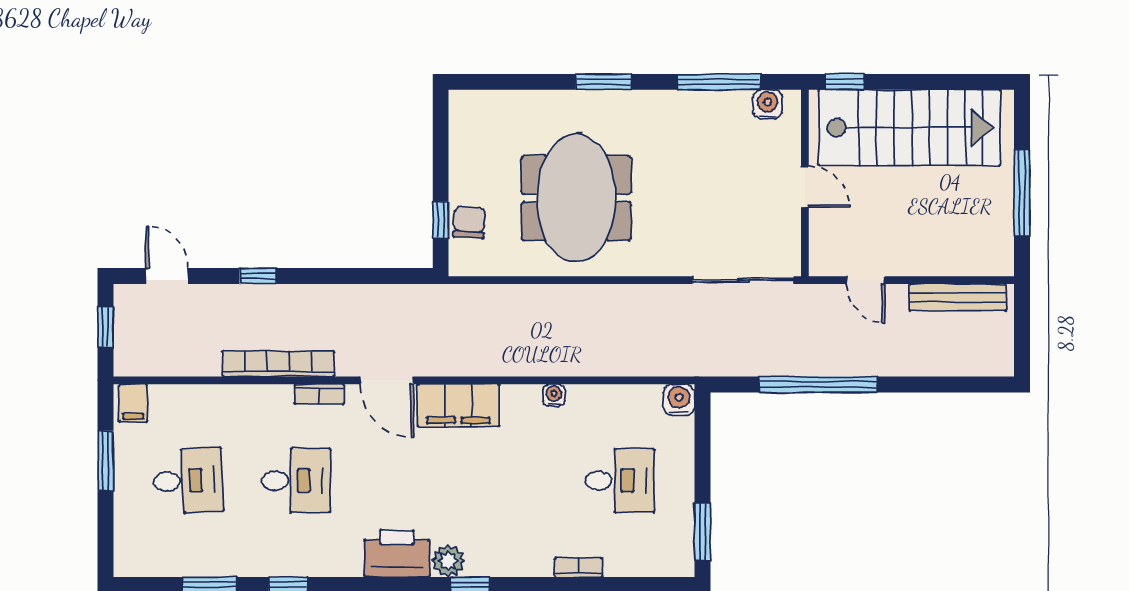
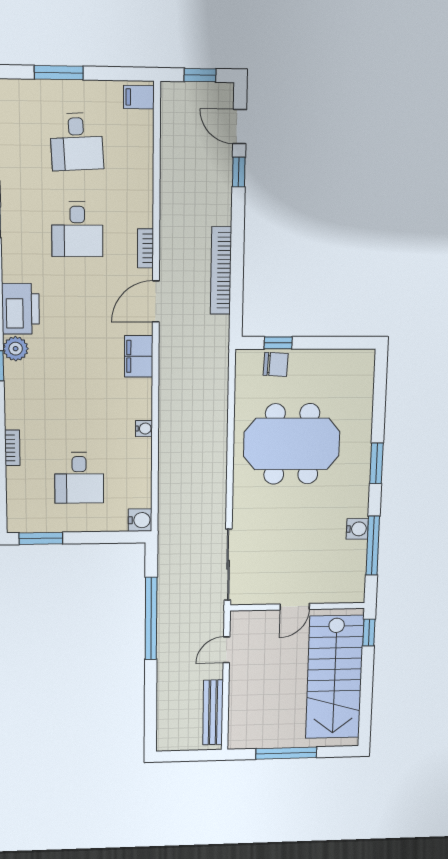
water cooler: (768, 104) -> (357, 529), moved
door: (167, 276) -> (240, 127), swing flipped
window: (258, 276) -> (239, 172), moved
bookcase: (278, 364) -> (221, 271), moved, turned 180
filing cabinet: (458, 405) -> (139, 356), width x0.67, depth x0.86
window: (106, 461) -> (59, 73), moved

